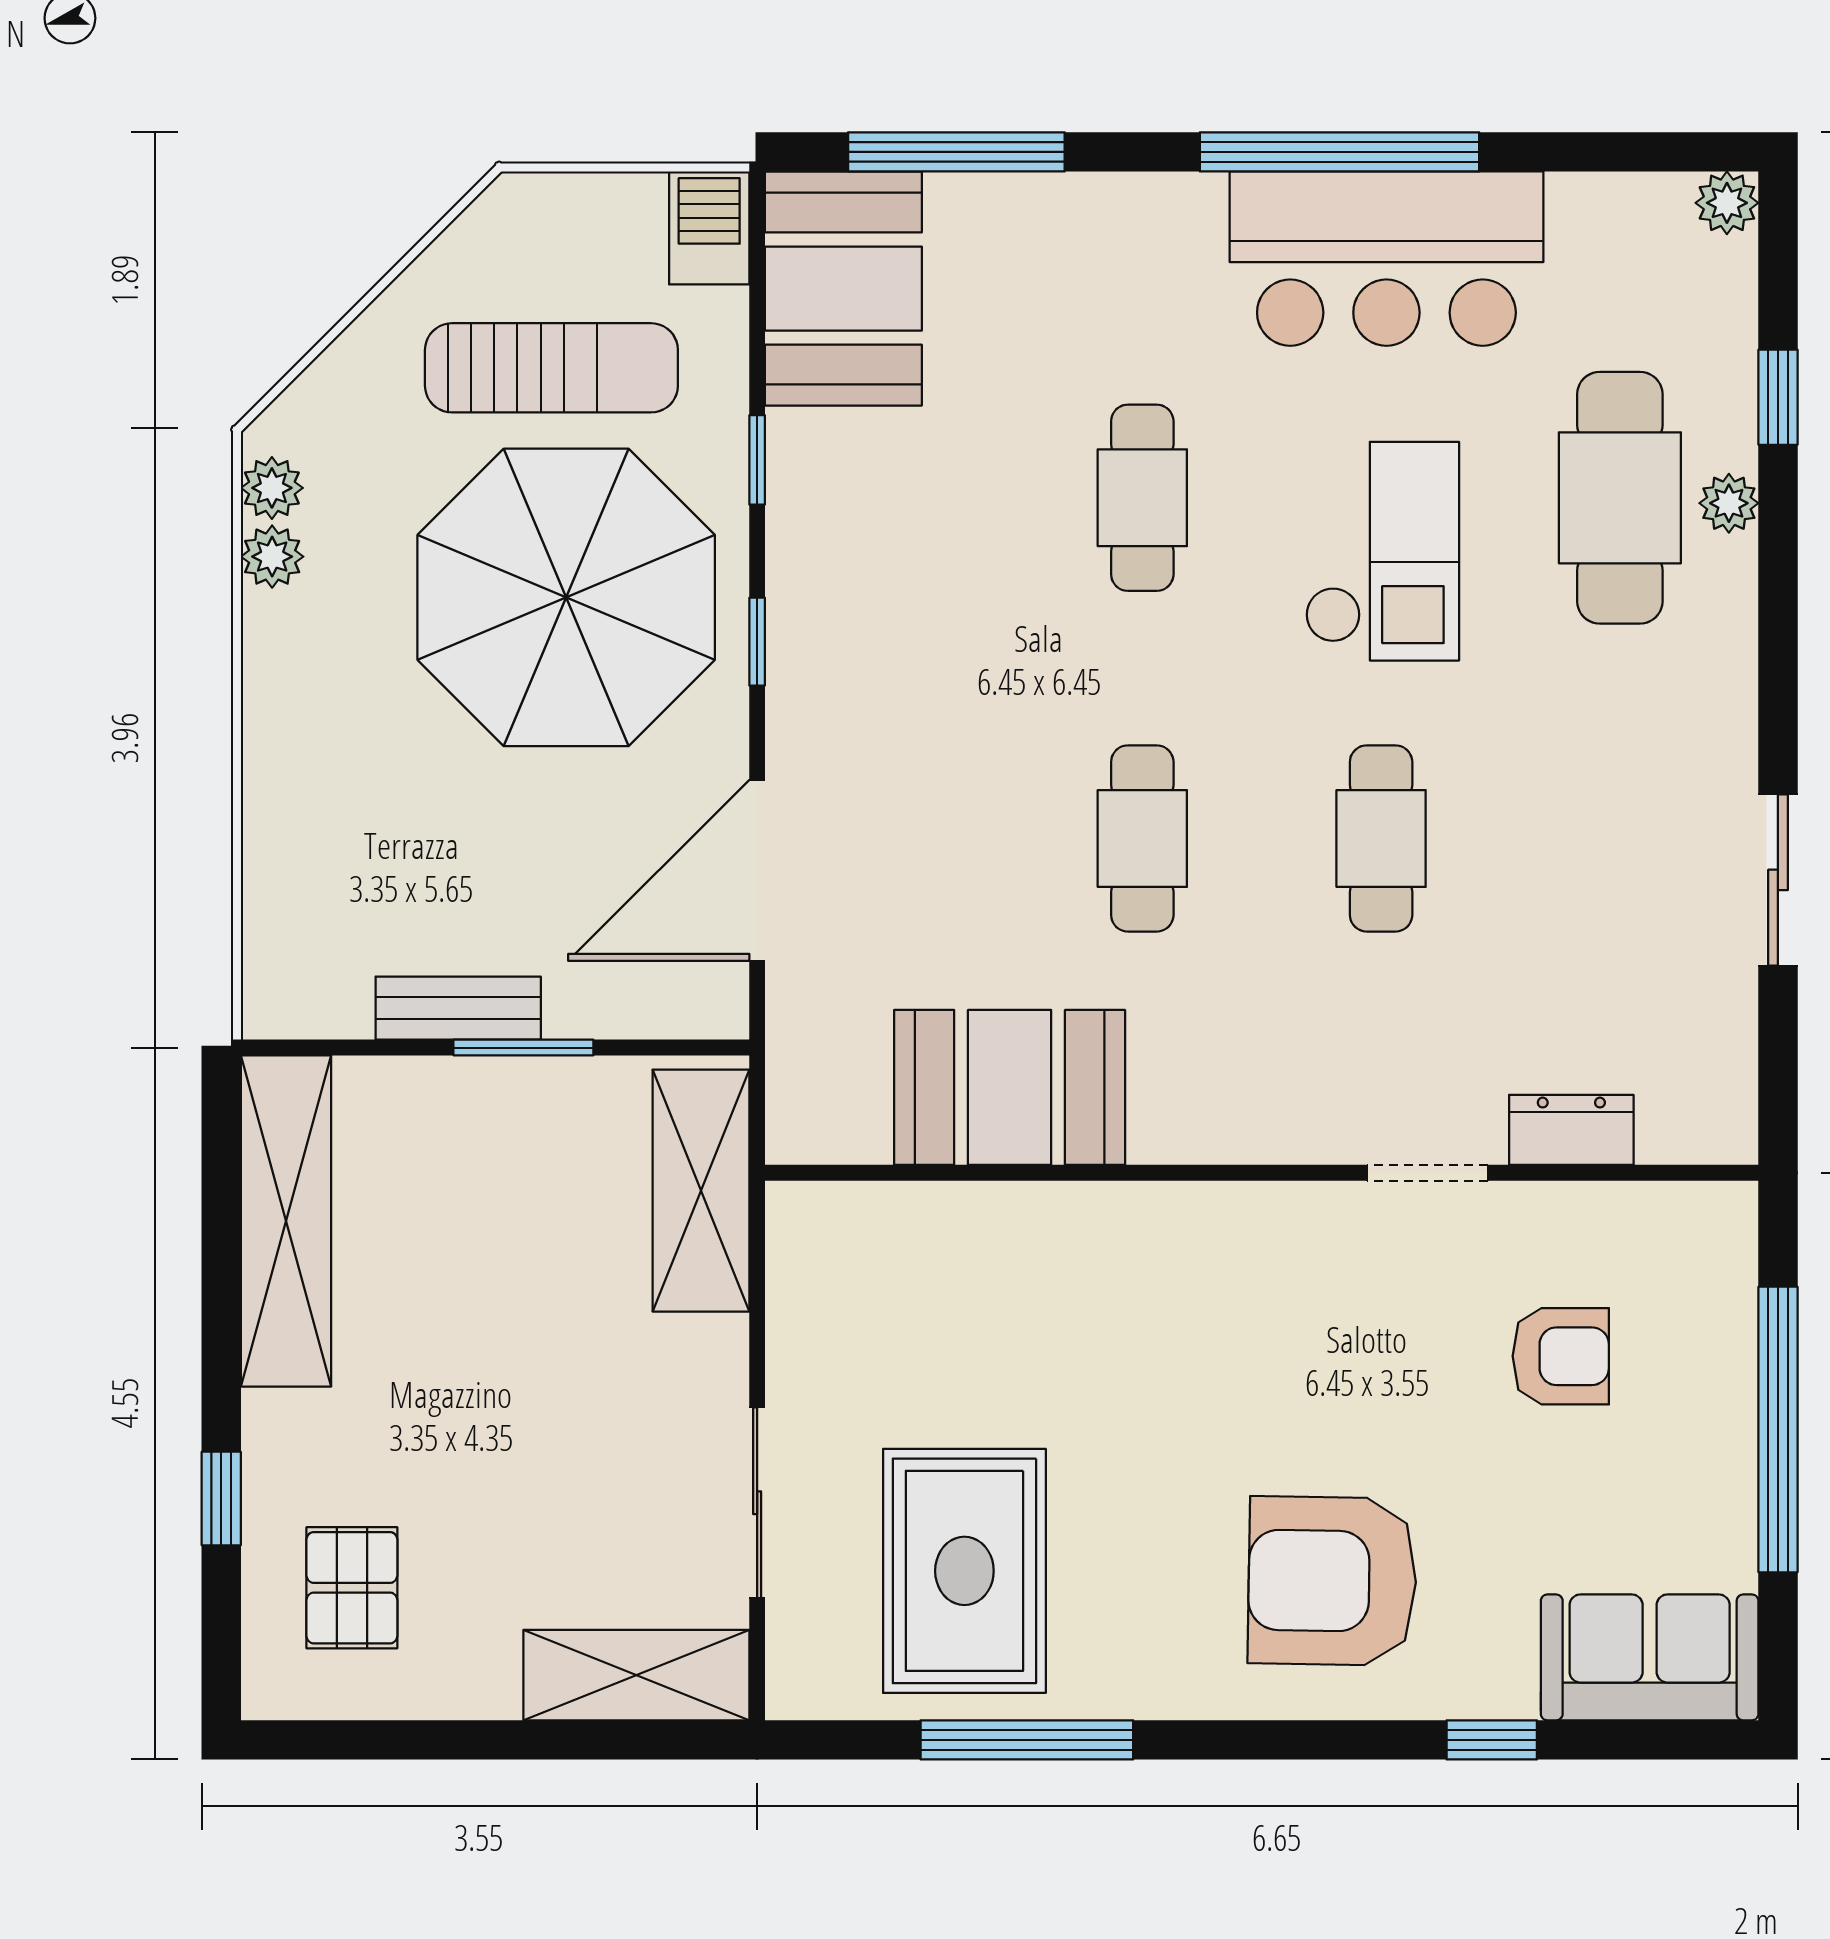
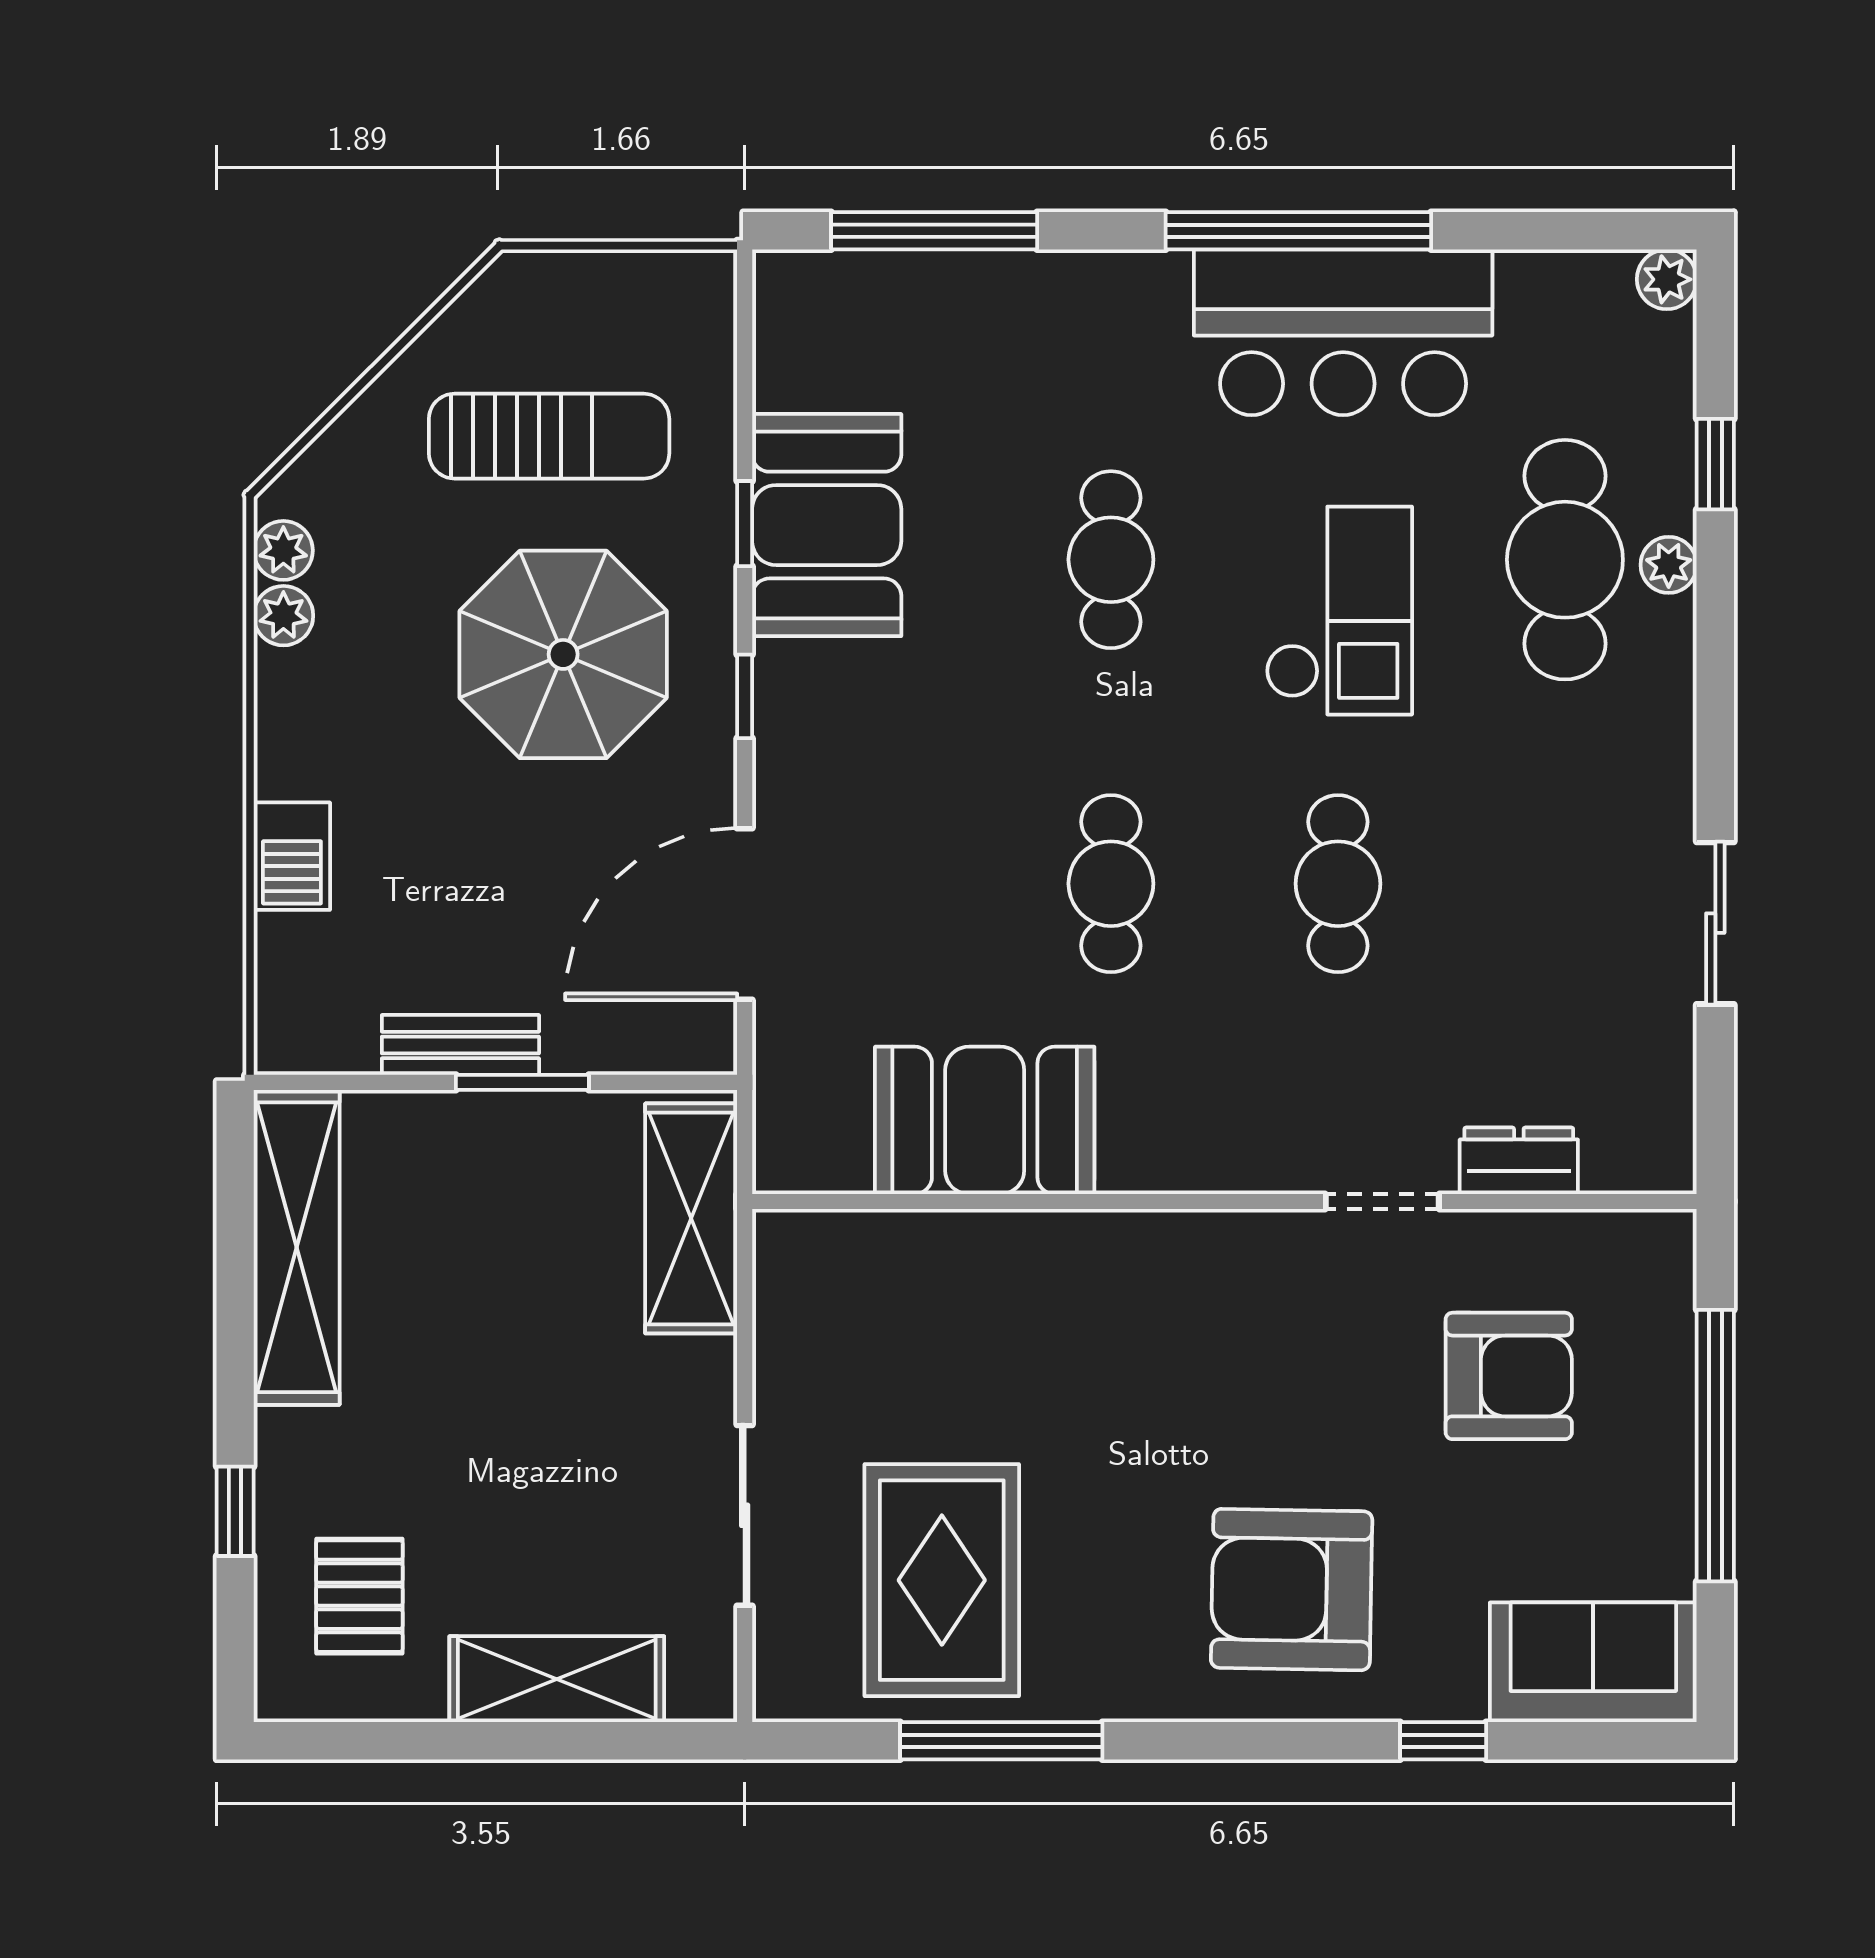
barbecue: (709, 228) -> (292, 856), moved, turned 180
booth: (843, 289) -> (827, 525), moved
parasol: (566, 597) -> (563, 654), width x0.73, depth x0.73
armchair: (1561, 1356) -> (1509, 1376), width x1.38, depth x1.38
shelving: (636, 1675) -> (557, 1679), moved

